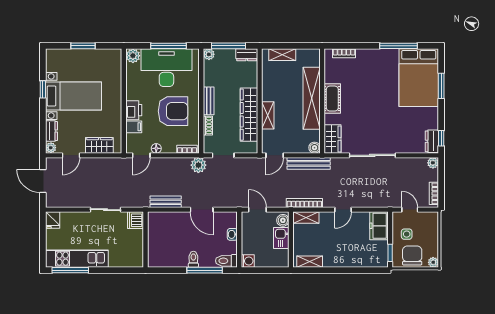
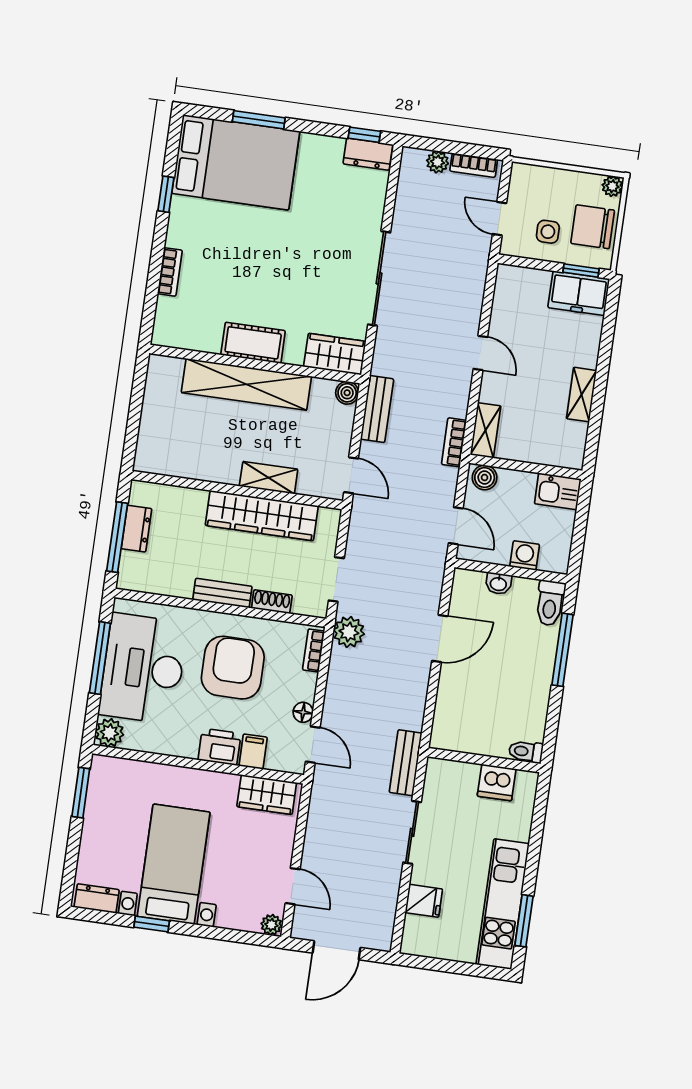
window: (83, 46) -> (81, 793), moved
window: (398, 46) -> (166, 194), width x0.46
bookcase: (344, 53) -> (170, 272), moved
plant: (209, 54) -> (128, 579), removed
dresser: (247, 55) -> (136, 529), moved
shelving: (282, 55) -> (150, 431), removed
dresser: (51, 131) -> (97, 899), moved
wardrobe: (99, 145) -> (267, 795), moved, turned -90
bench: (309, 163) -> (377, 409), width x0.73
plant: (433, 163) -> (438, 162), moved
bench: (166, 202) -> (406, 763), moved
bookcase: (304, 203) -> (454, 442), width x0.64
door: (257, 210) -> (456, 526), swing flipped
door: (410, 210) -> (499, 219), hinge flipped
fridge: (53, 220) -> (424, 901), moved
dishwasher: (136, 220) -> (497, 782), moved
freezer: (379, 226) -> (579, 293), moved
kitchen sink: (281, 238) -> (558, 491), moved
toilet: (193, 259) -> (526, 752), moved
washing machine: (248, 261) -> (525, 555), moved
shelving: (310, 262) -> (582, 395), moved
window: (70, 270) -> (524, 921), width x0.69

